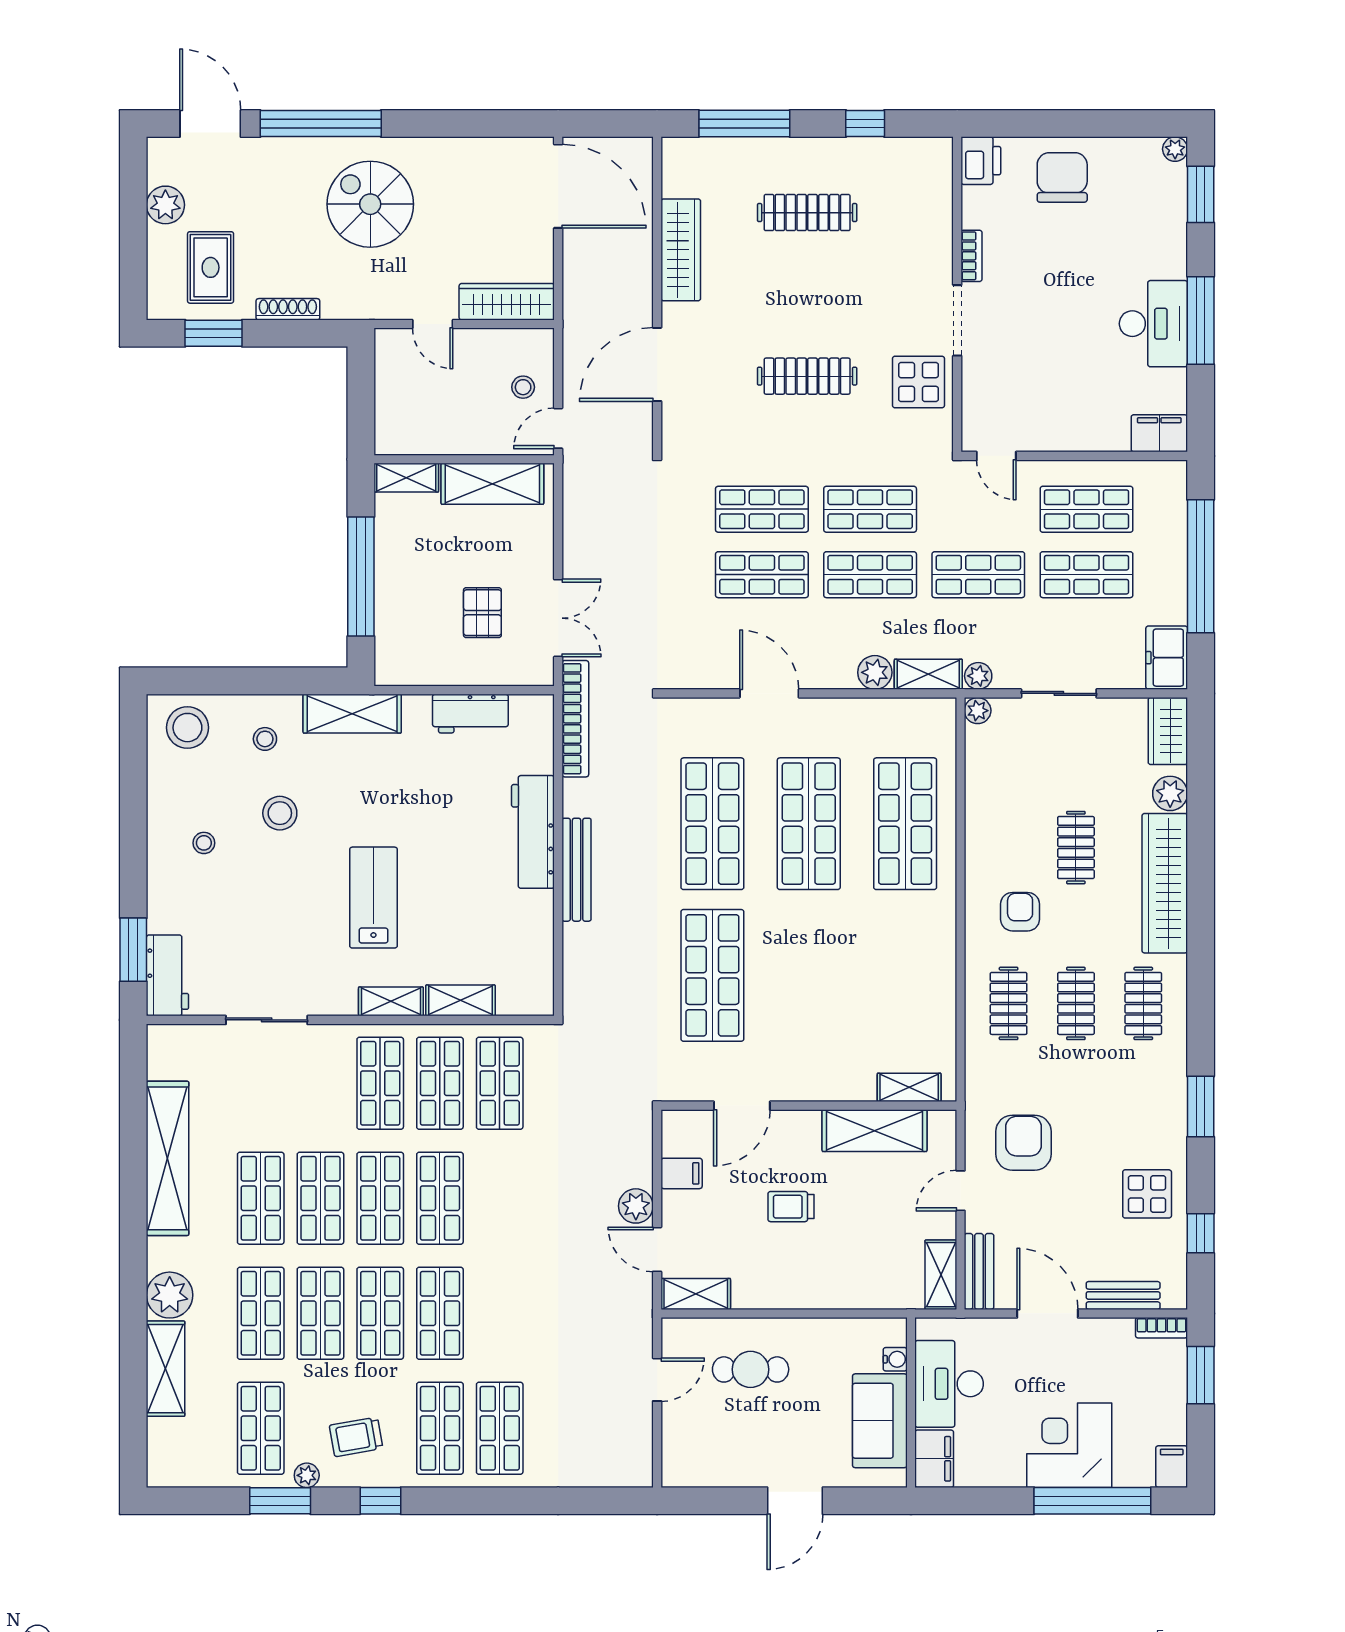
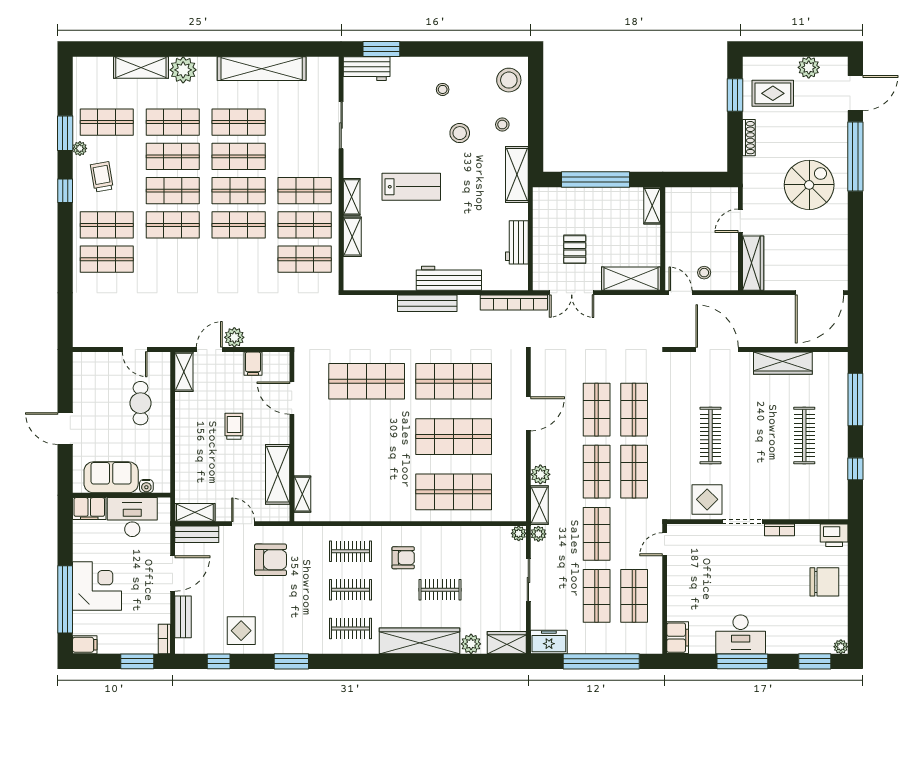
shelving: (492, 484) -> (631, 279), moved, turned 90
pallet: (482, 613) -> (575, 249), turned 90

